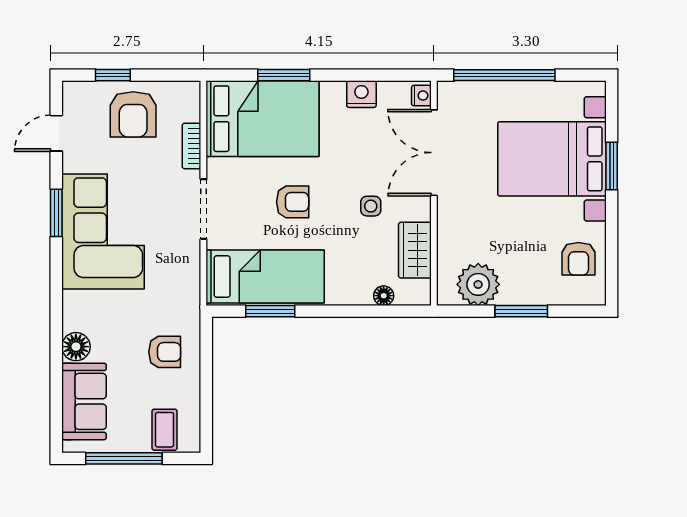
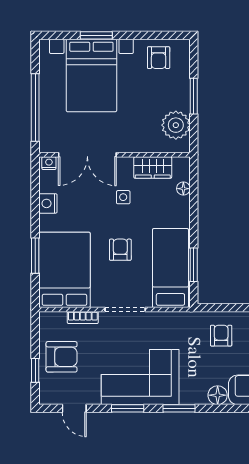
armchair: (578, 259) -> (159, 58), turned 90
window: (56, 289) -> (179, 408), added

